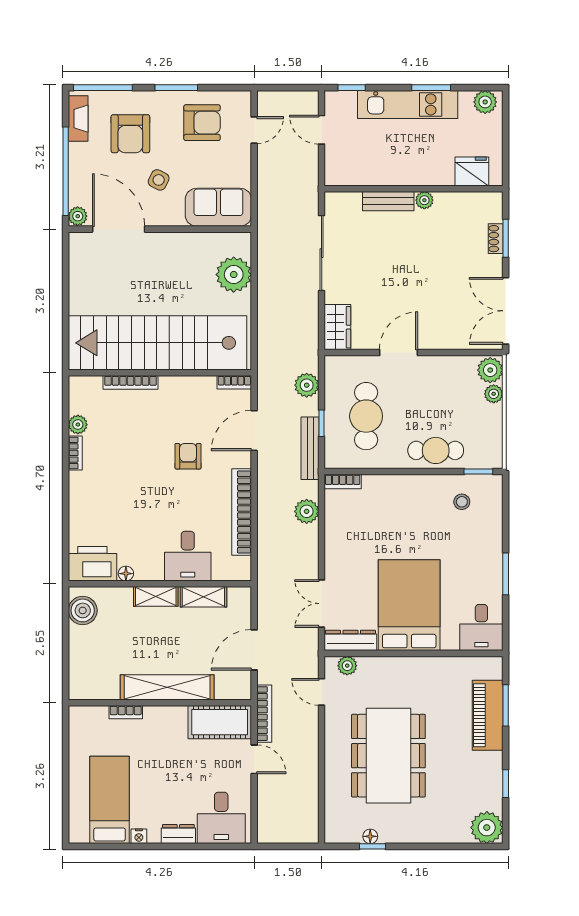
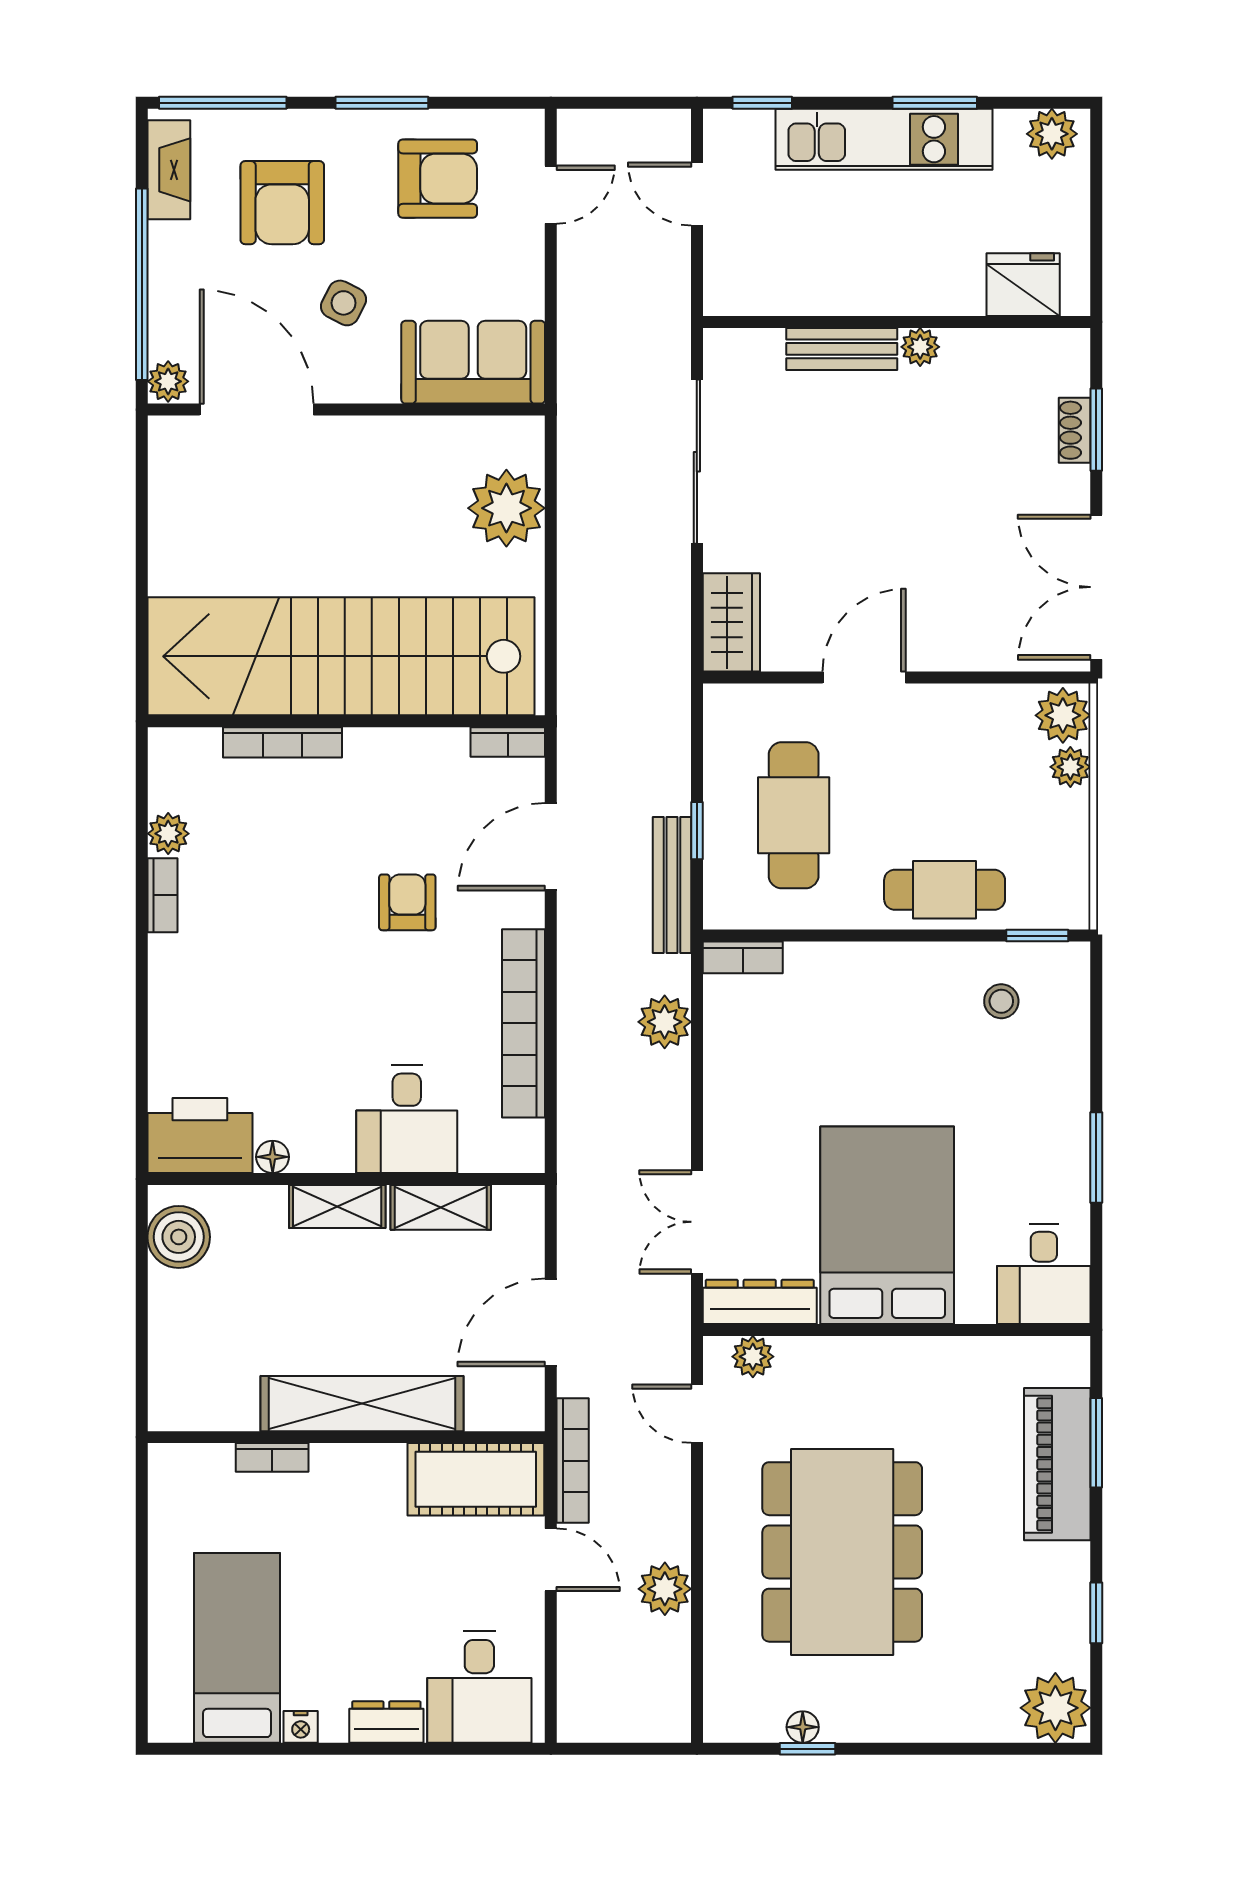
plant: (307, 385) -> (665, 1589), moved

